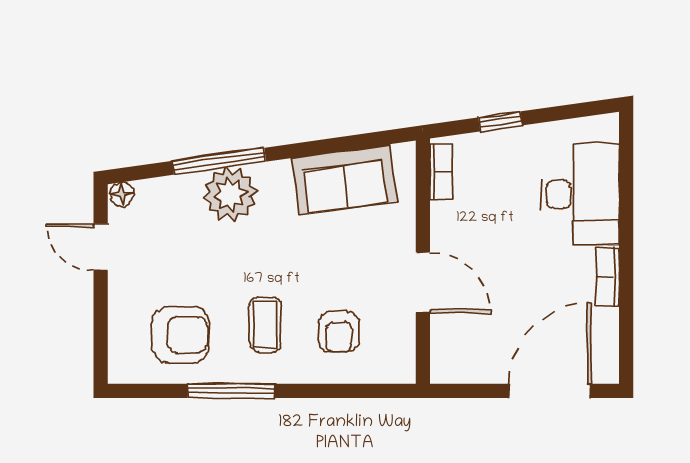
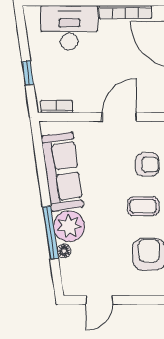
sofa: (344, 179) -> (62, 172), width x1.36
floor lamp: (122, 194) -> (64, 251), moved
bookcase: (607, 277) -> (125, 12), width x1.56

